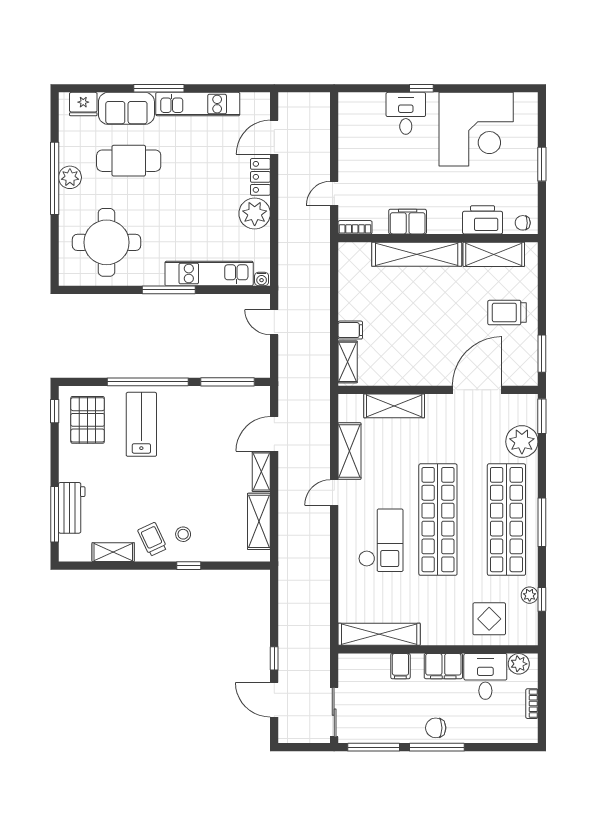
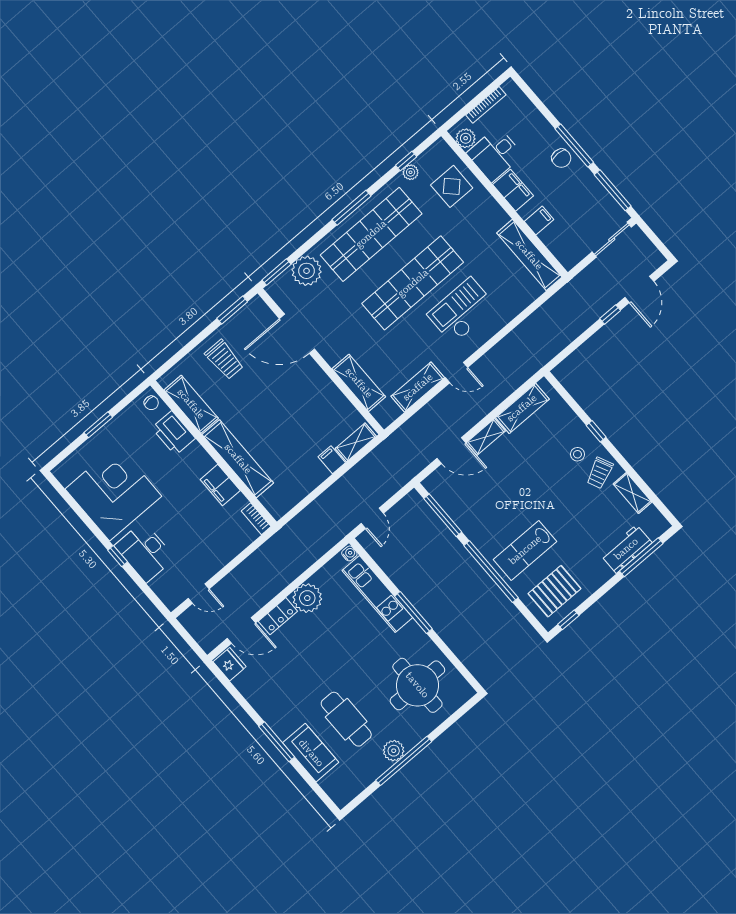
fridge: (83, 104) -> (230, 664), moved
kitchen unit: (198, 104) -> (264, 705), removed
desk: (406, 113) -> (145, 552), width x1.37
door: (334, 193) -> (199, 594), moved
bookcase: (532, 704) -> (486, 105), width x1.56

